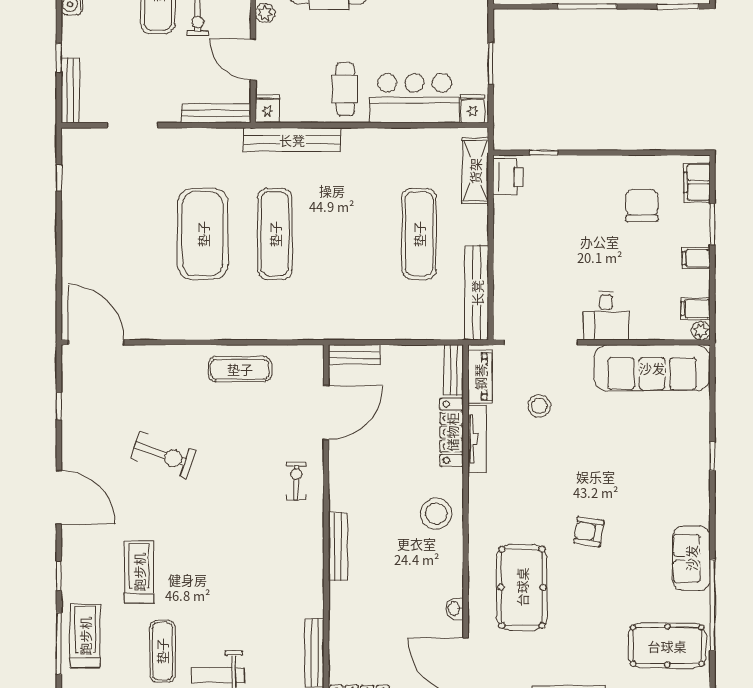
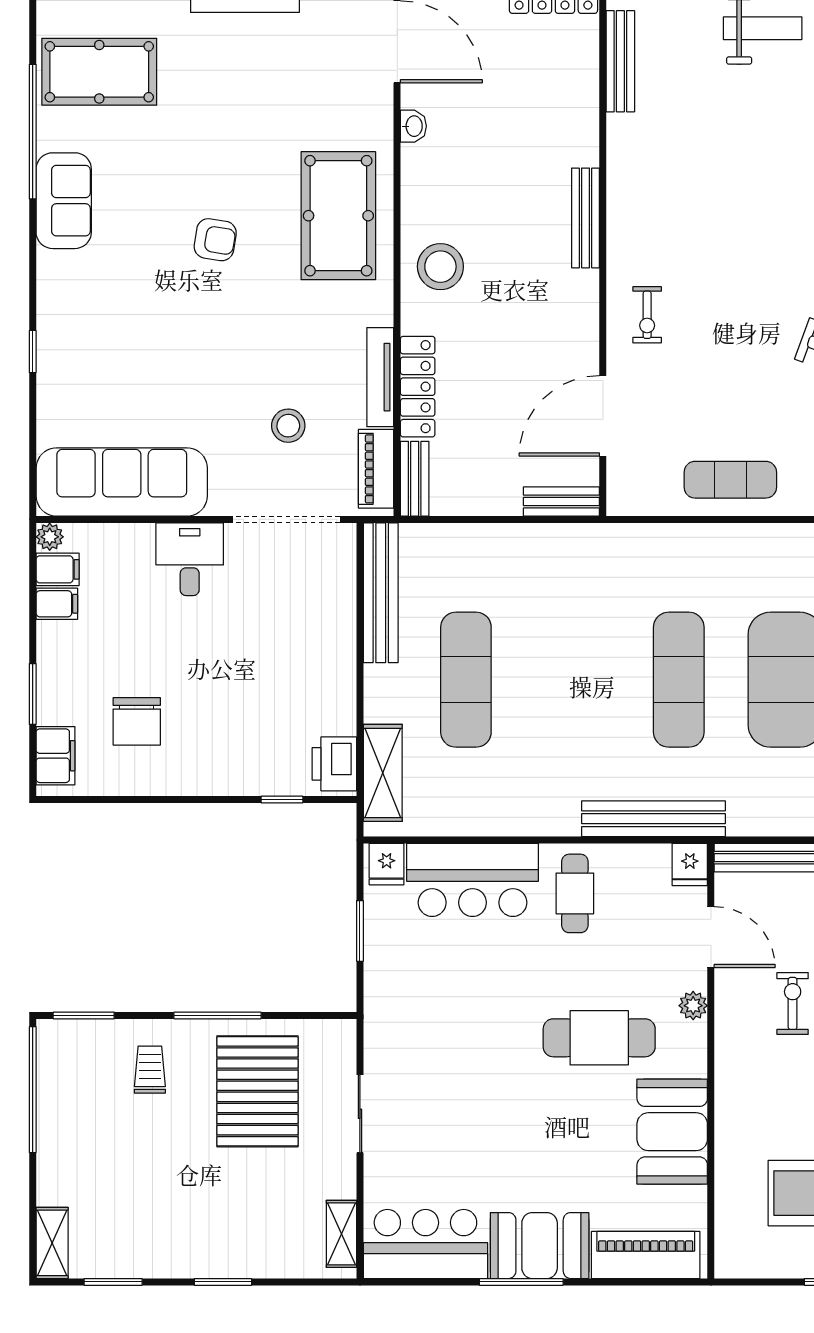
filing cabinet: (696, 258) -> (57, 604), moved
pool table: (522, 587) -> (338, 216), moved

